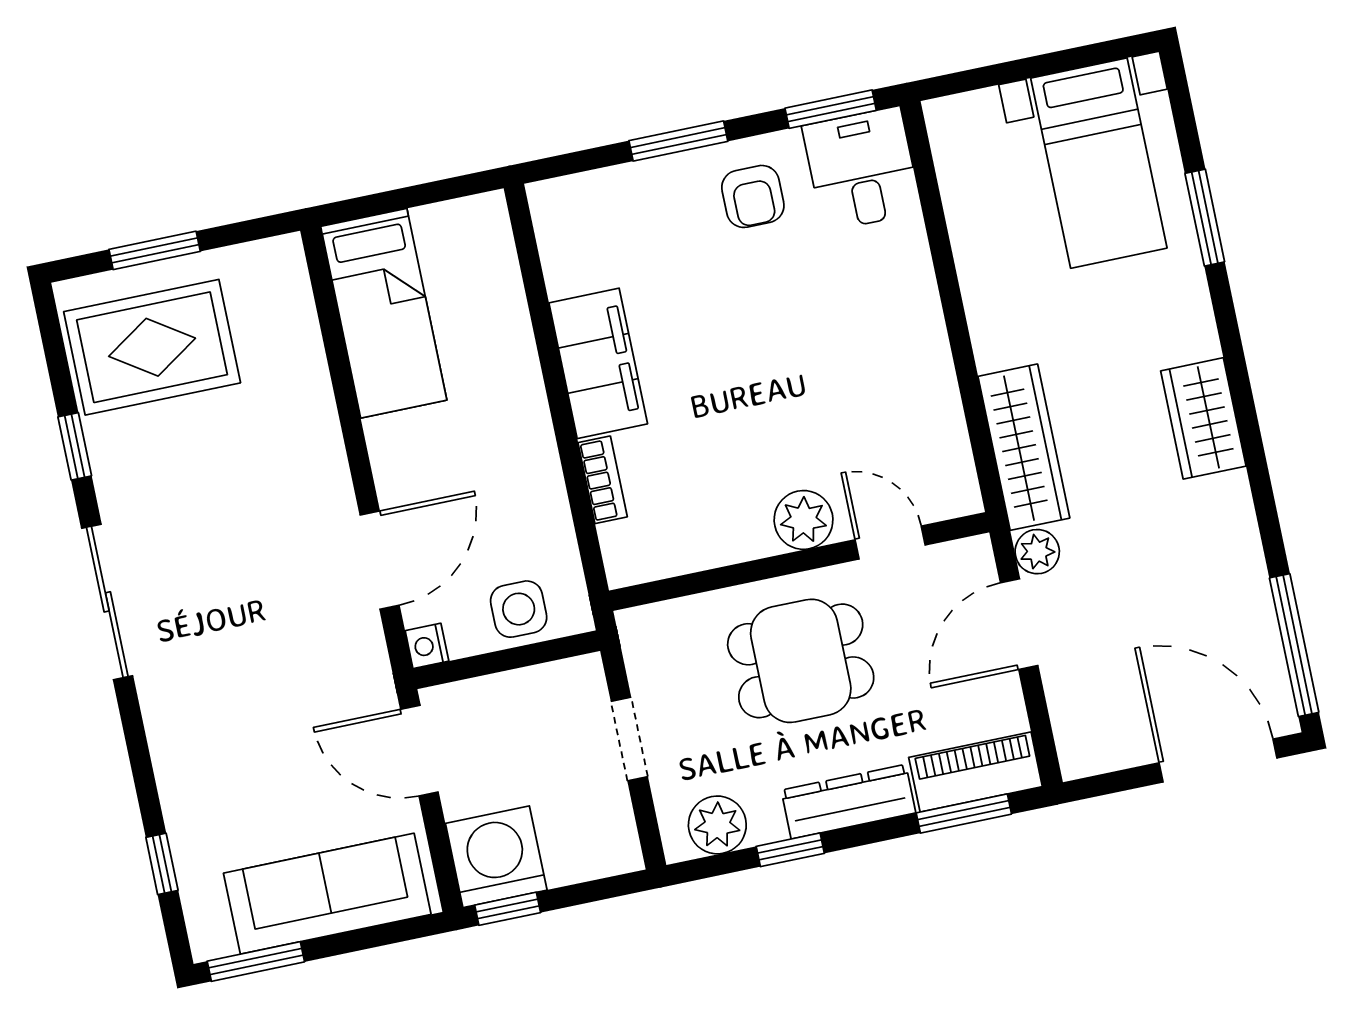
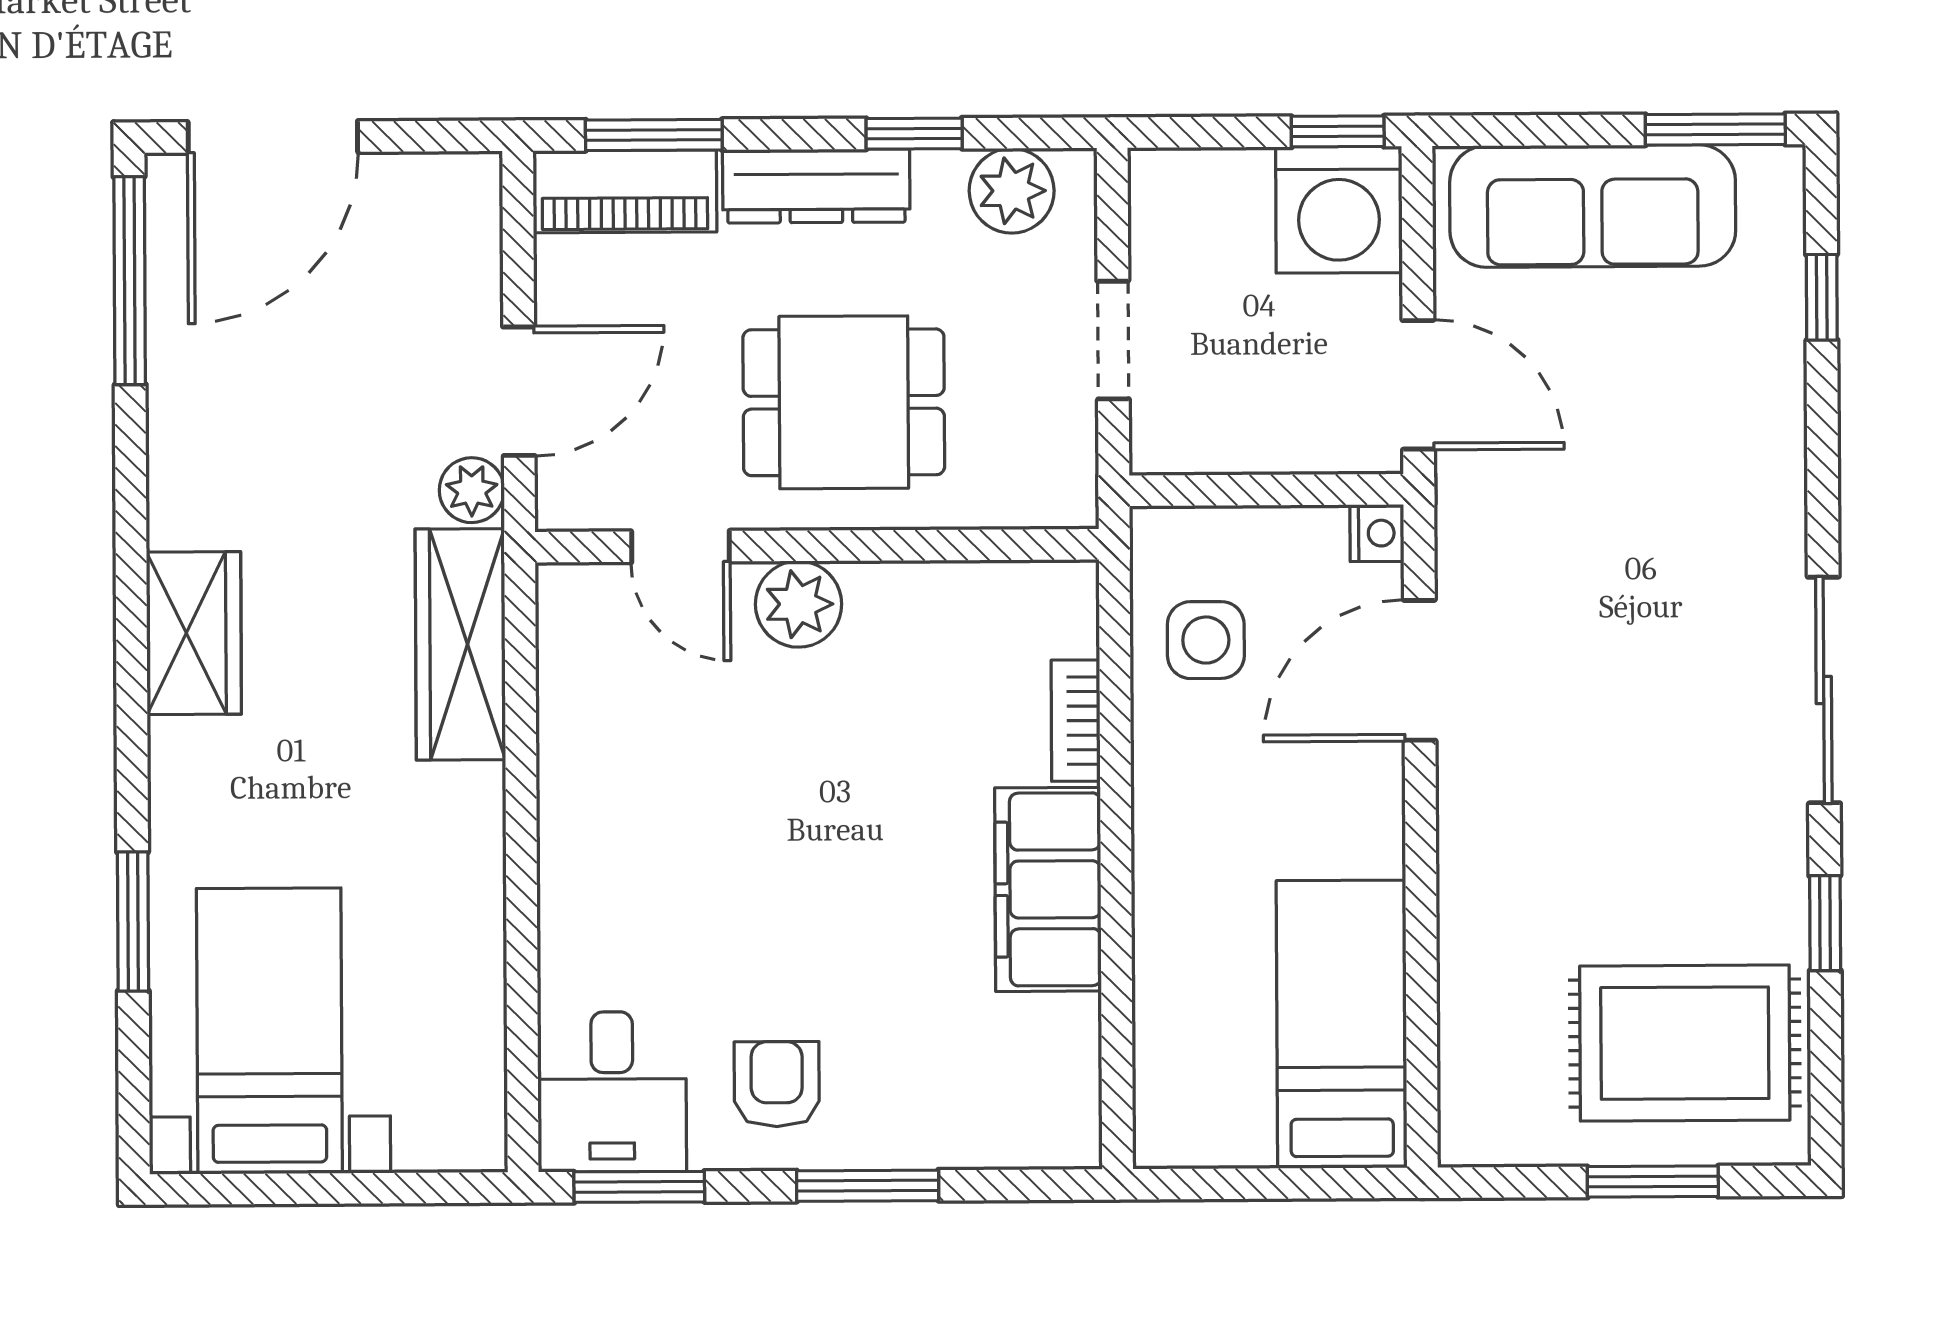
side table: (519, 609) -> (1206, 640), moved
door: (1218, 760) -> (273, 137), hinge flipped

